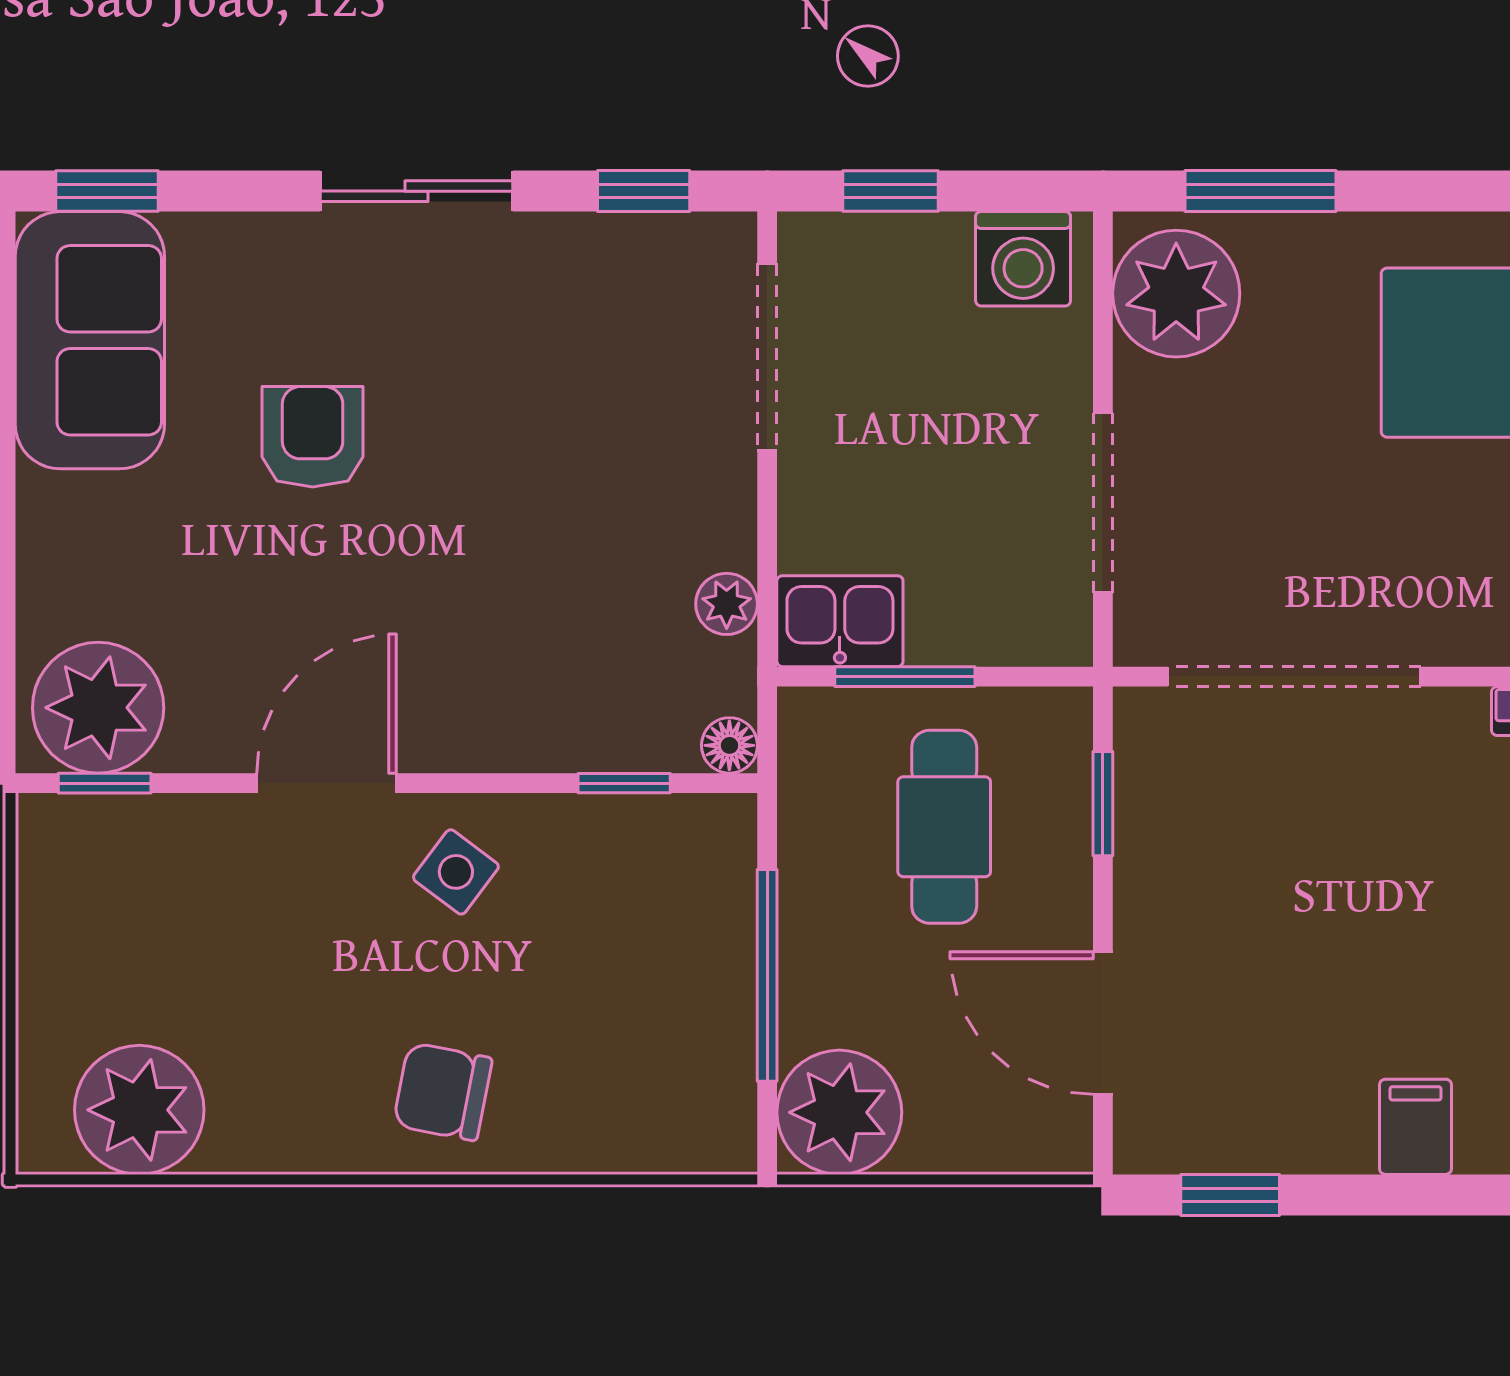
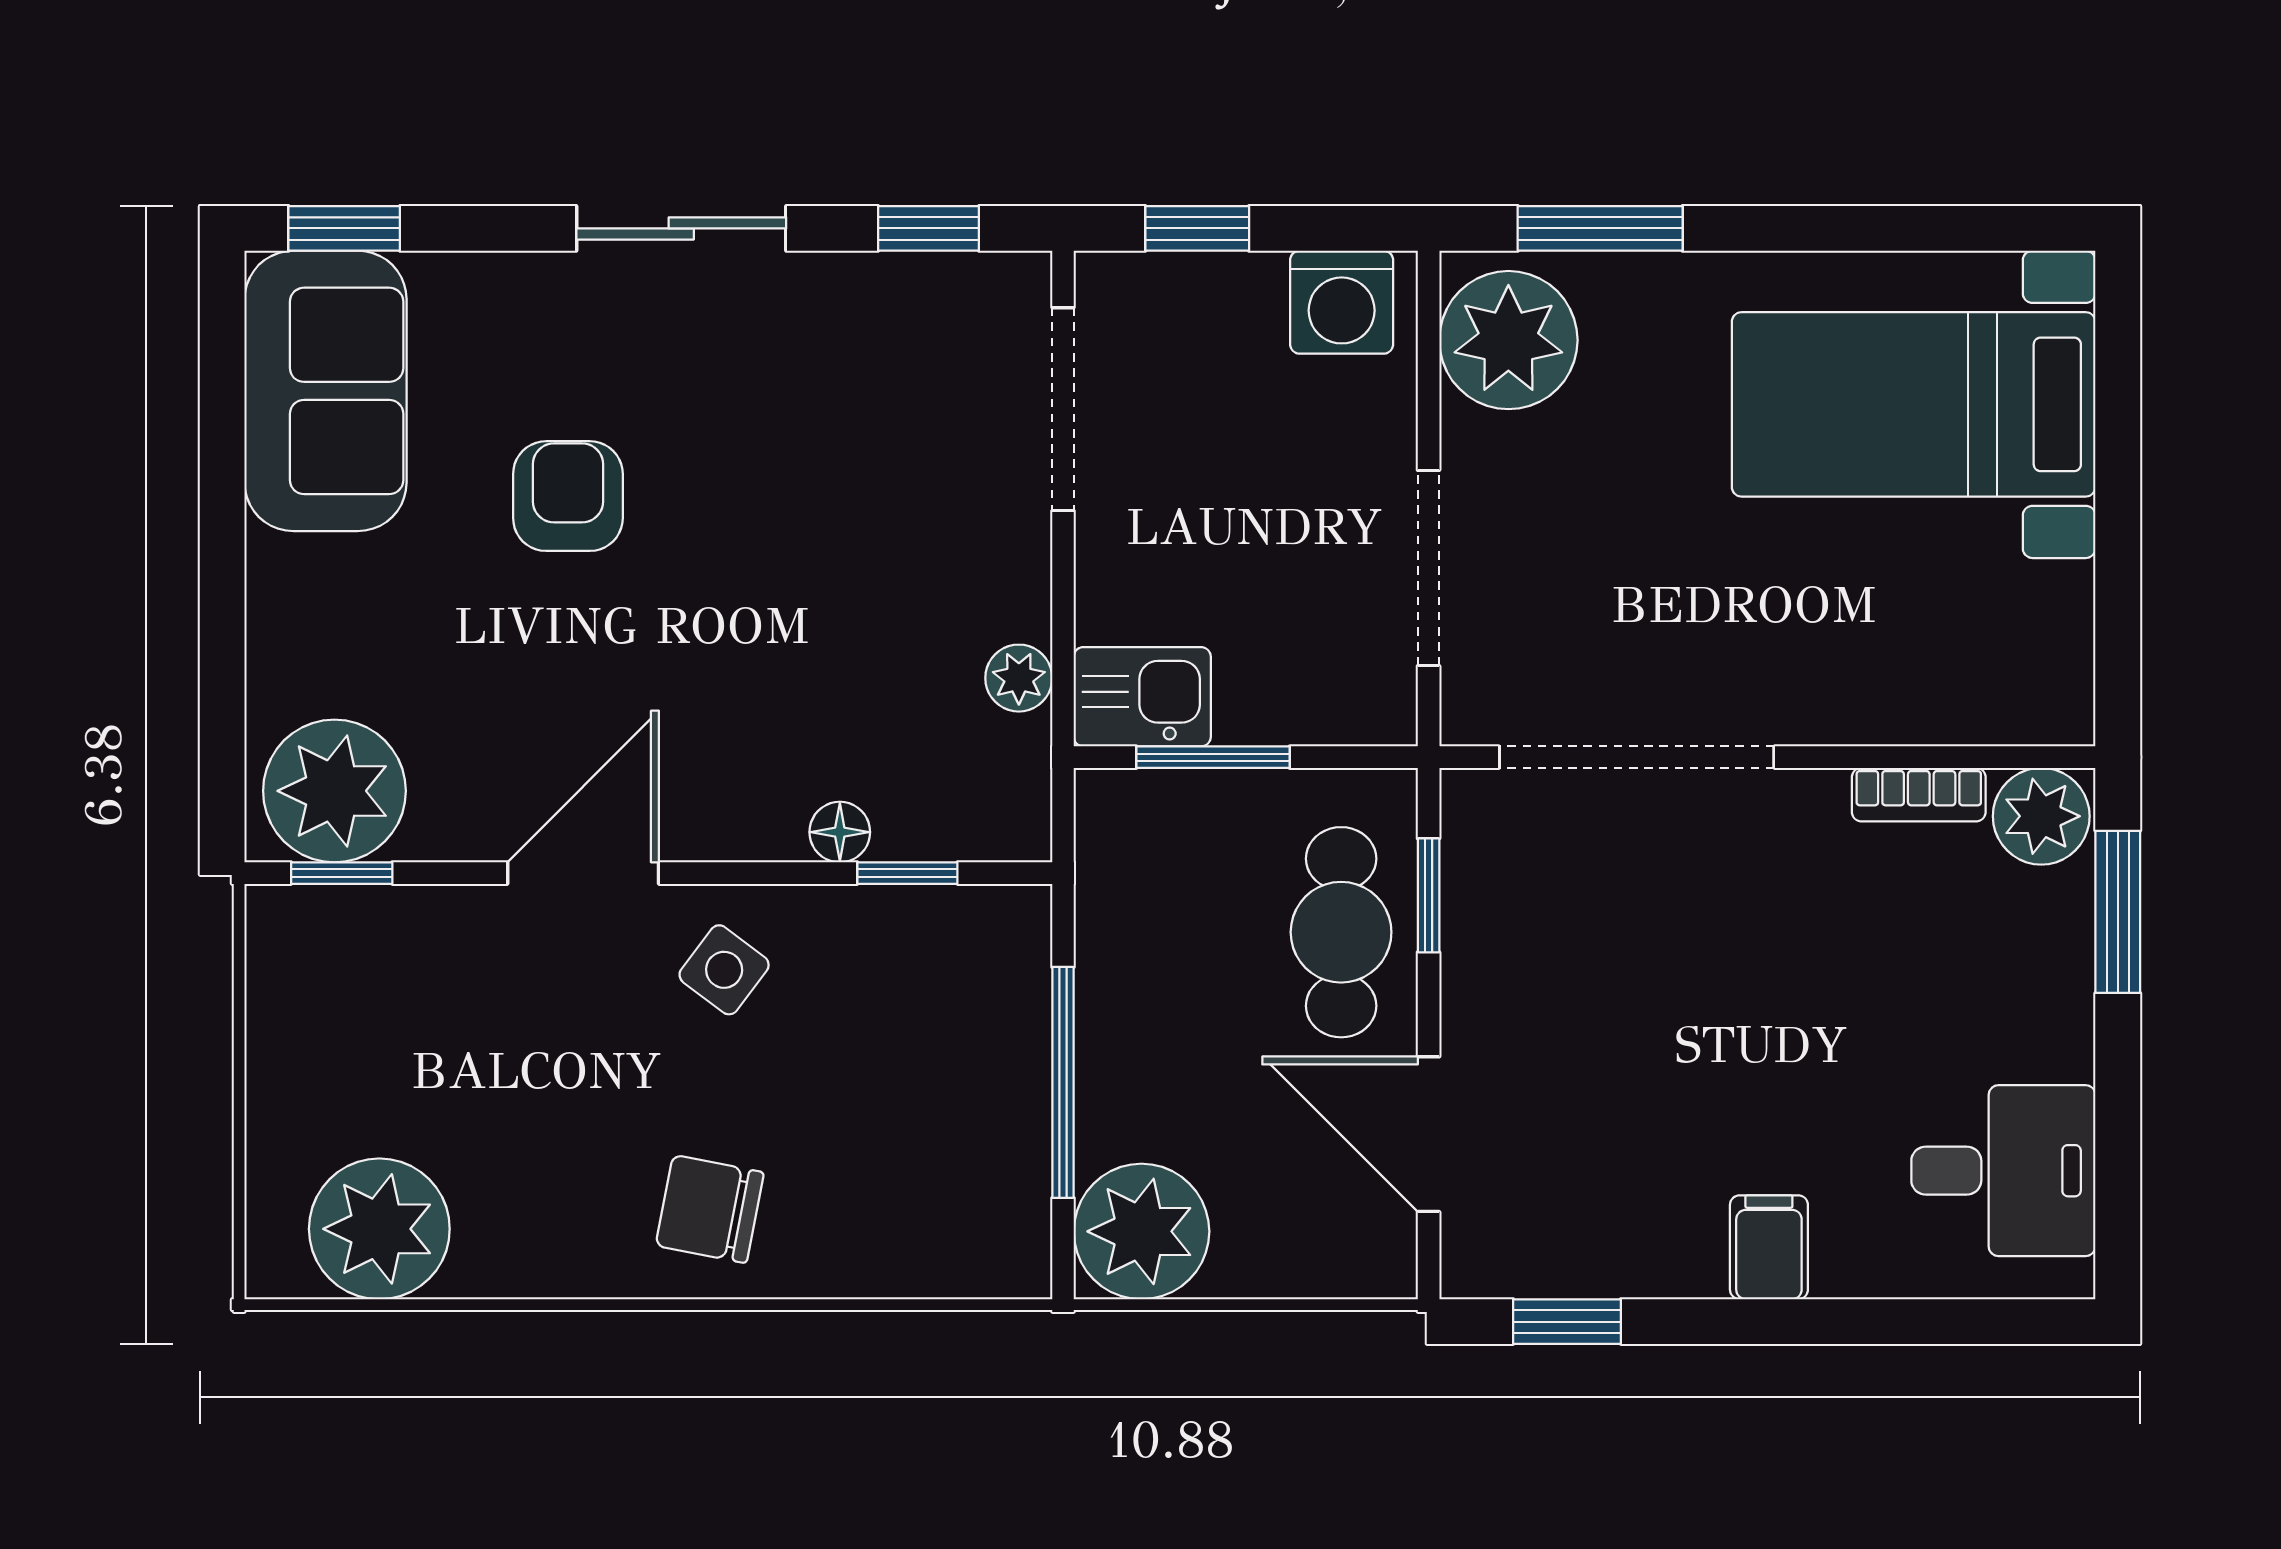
floor lamp: (729, 745) -> (840, 832), moved
cafe table: (944, 827) -> (1341, 932), moved

